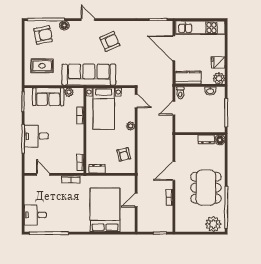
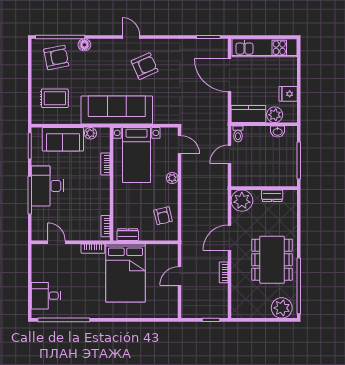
door: (88, 20) -> (131, 37), moved
plant: (219, 78) -> (275, 115), moved
desk: (36, 136) -> (47, 186), width x1.37
floor lamp: (220, 140) -> (290, 196), removed
plant: (183, 143) -> (242, 201), added
bed: (105, 210) -> (125, 273), moved, turned 180

